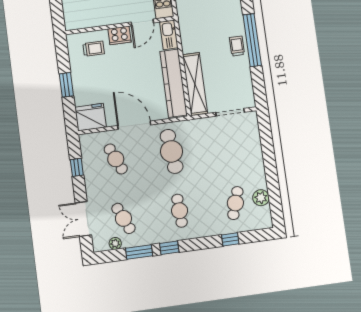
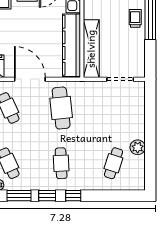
plant: (261, 198) -> (138, 147), moved
window: (230, 239) -> (73, 196), moved

